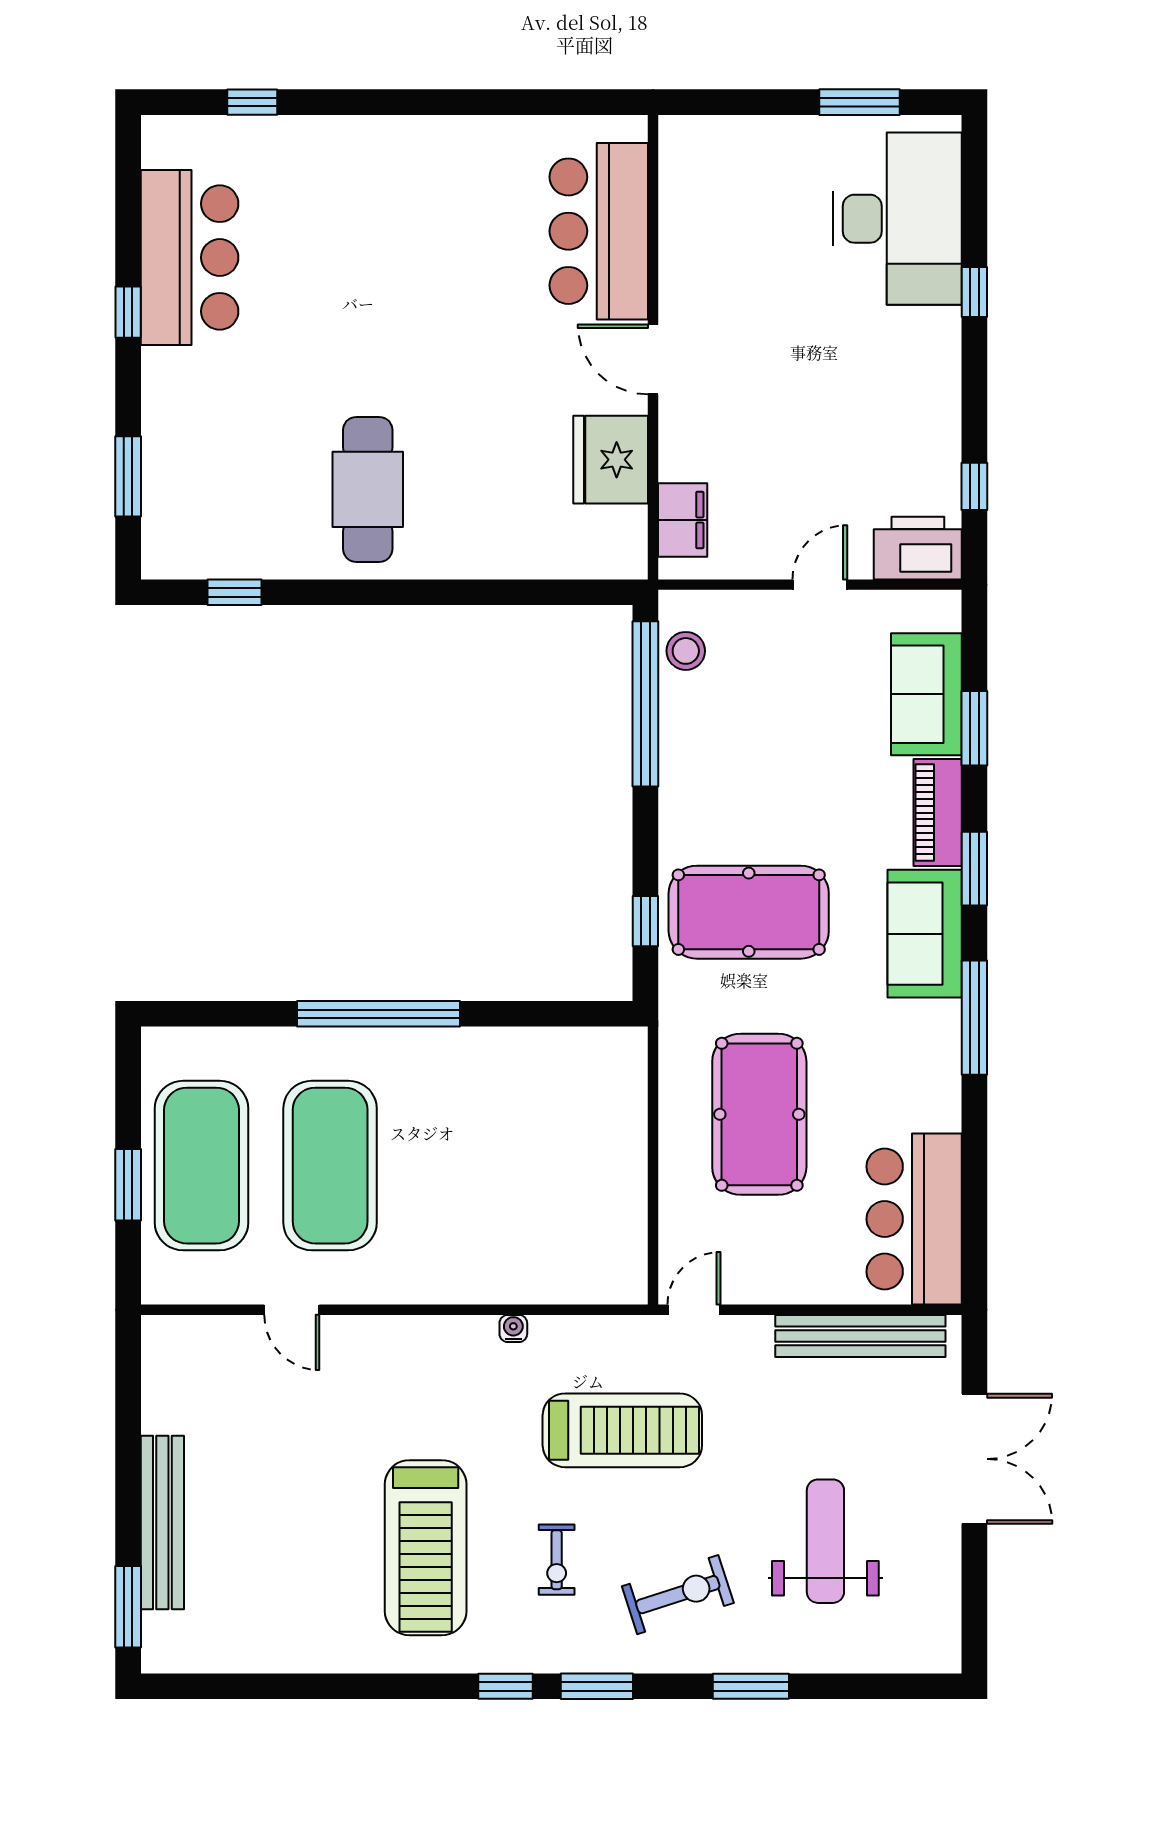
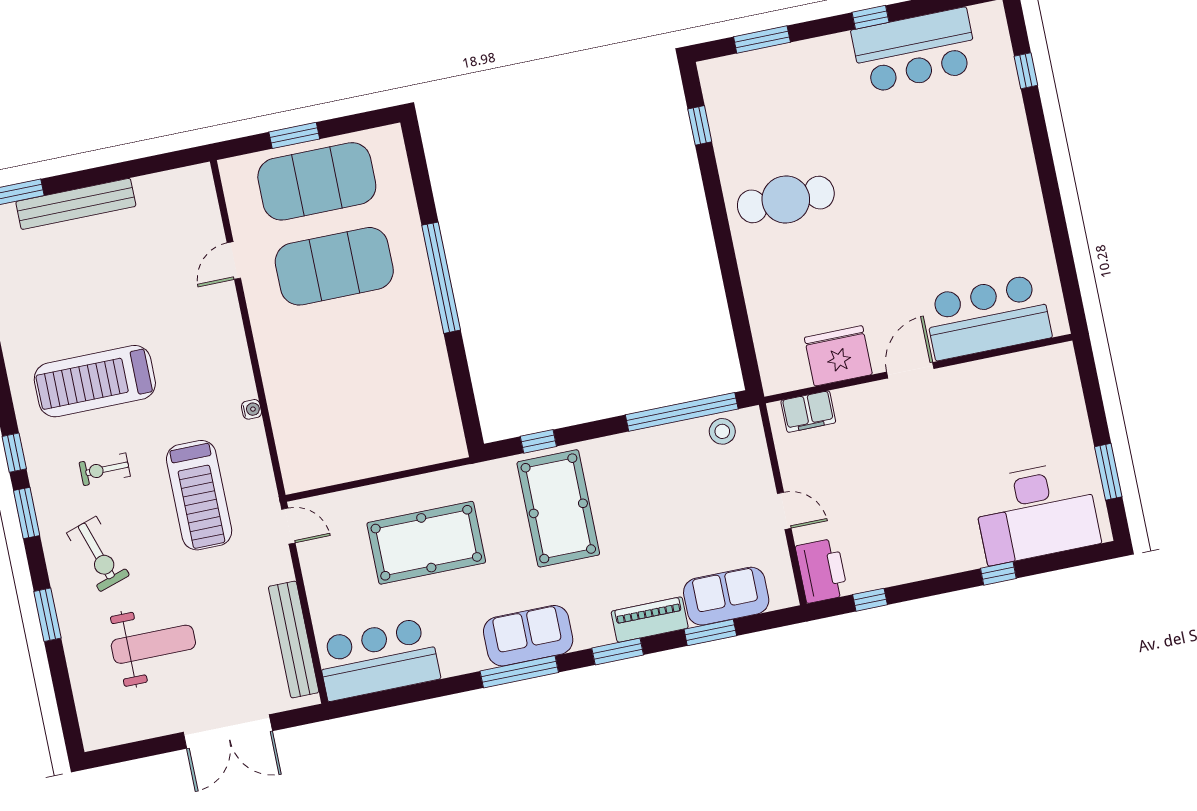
sofa: (925, 934) -> (528, 636), moved

